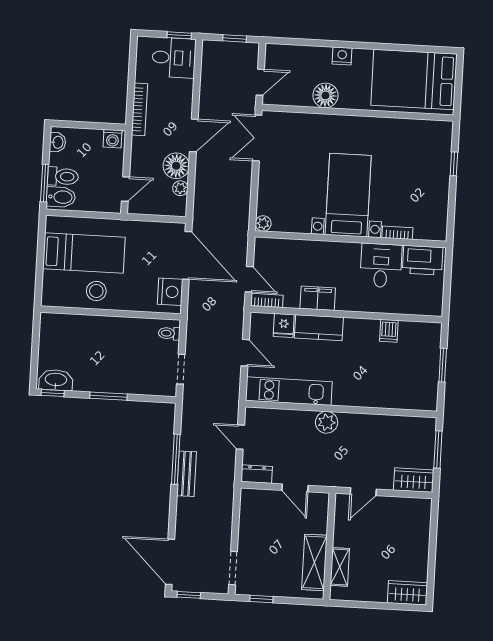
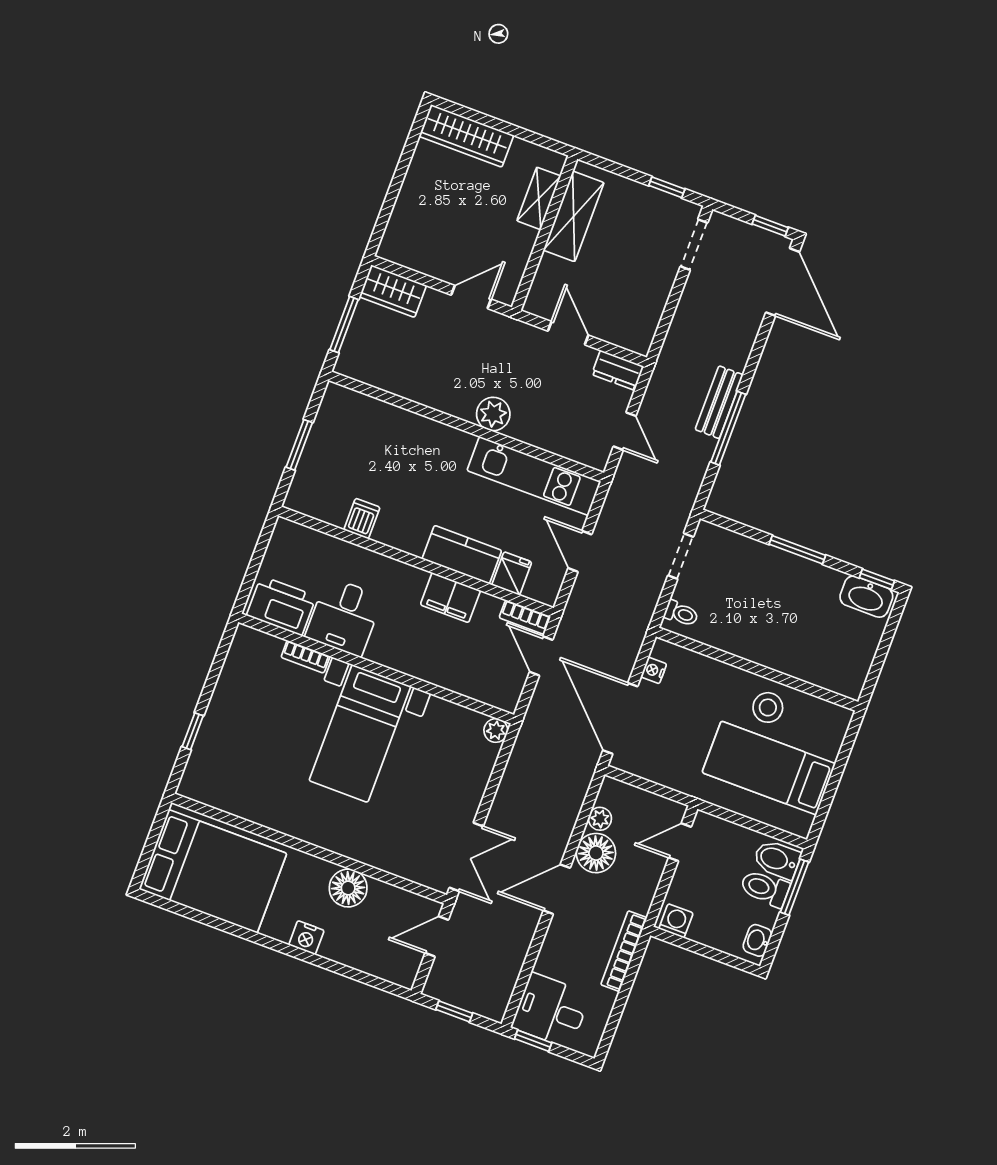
nightstand: (170, 292) -> (654, 670), width x0.53, depth x0.56
wardrobe: (407, 593) -> (466, 136), width x1.50

